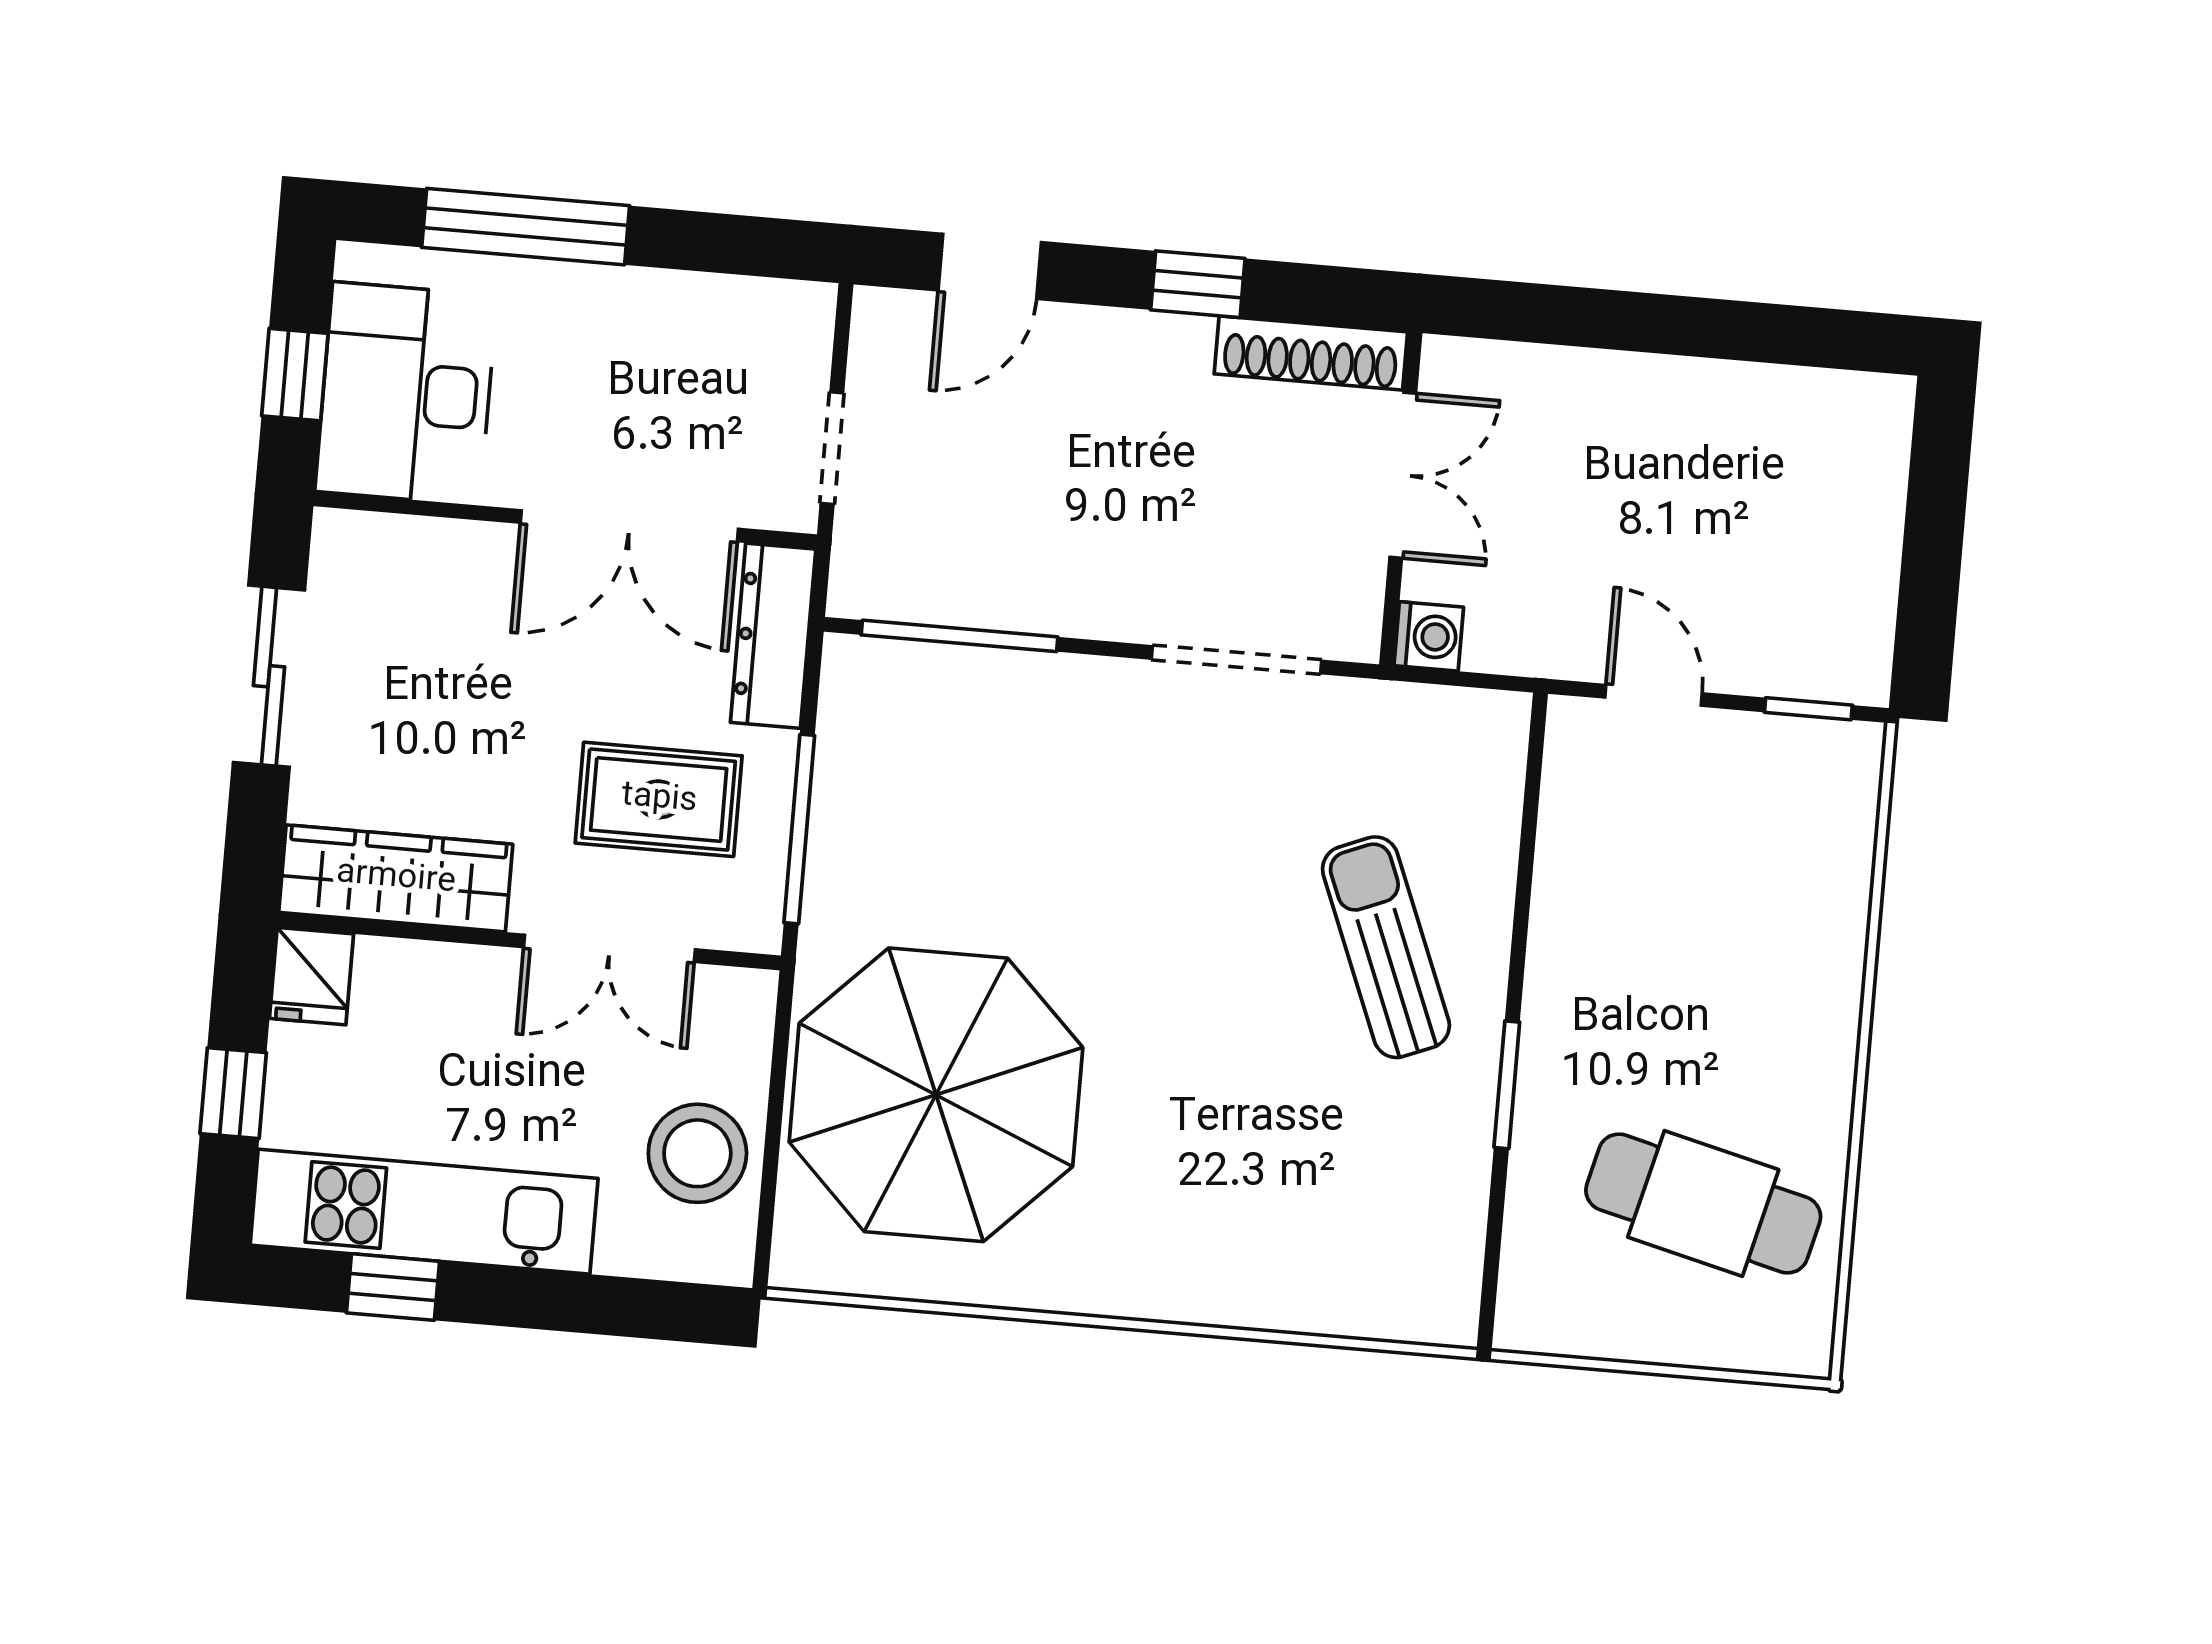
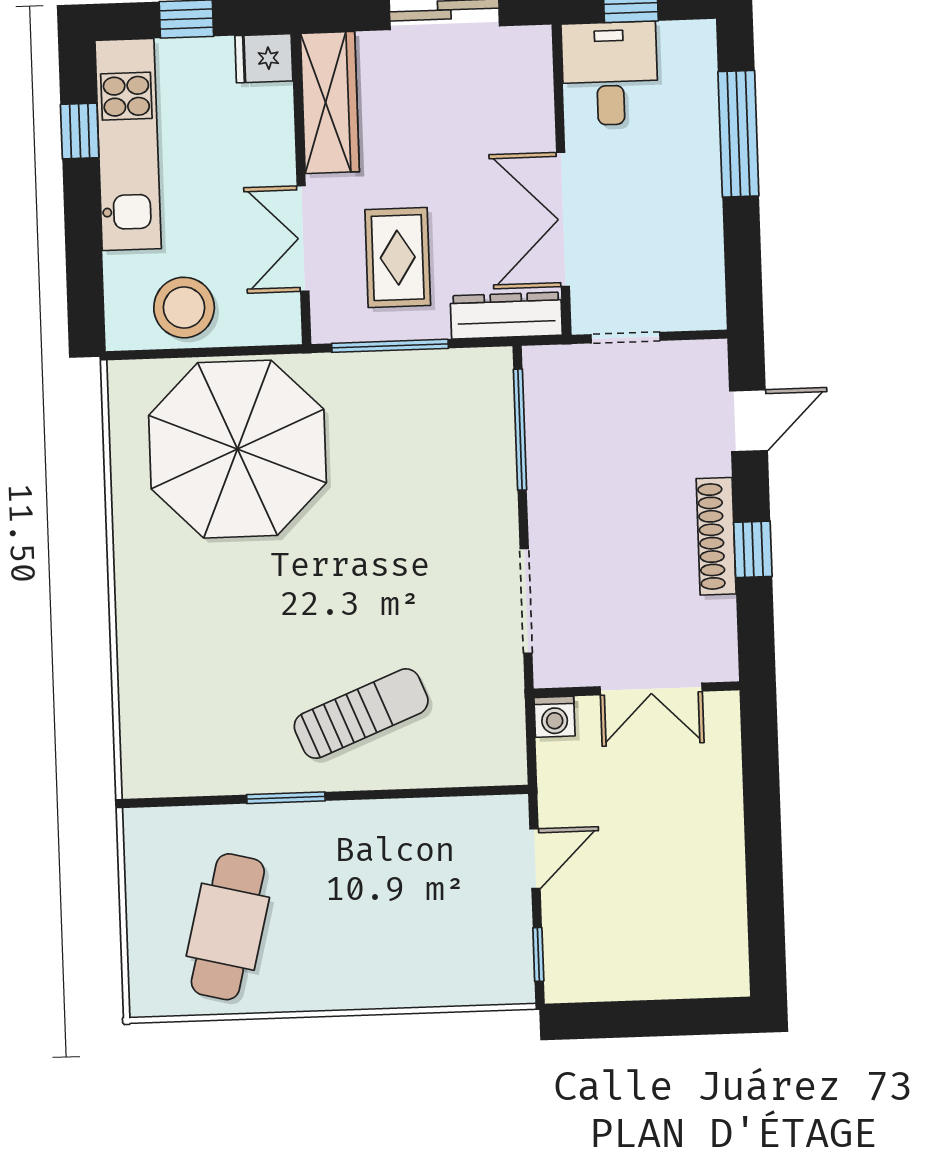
door: (990, 266) -> (748, 421), swing flipped
shoe rack: (1311, 353) -> (716, 536), moved
desk: (406, 393) -> (610, 74), width x0.73

